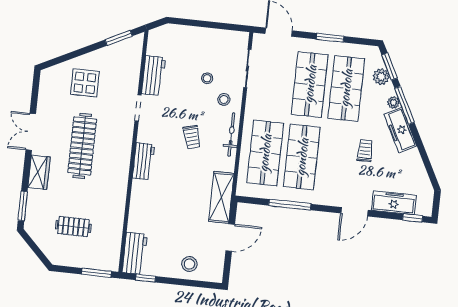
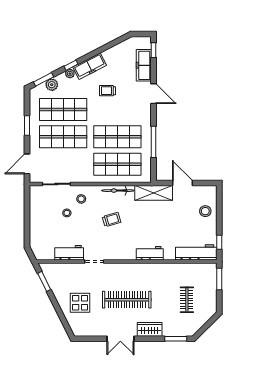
window: (405, 105) -> (71, 65), width x0.46
bicycle: (231, 135) -> (118, 191), moved
workbench: (143, 161) -> (150, 253), moved
workbench: (135, 253) -> (196, 252), width x1.38

